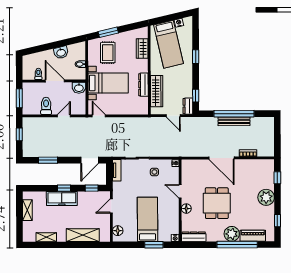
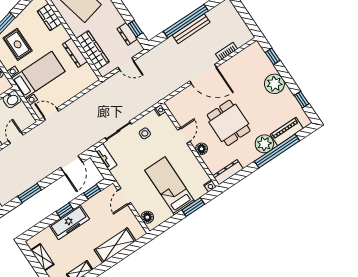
dresser: (188, 106) -> (127, 34), moved
door: (180, 191) -> (184, 136), swing flipped

